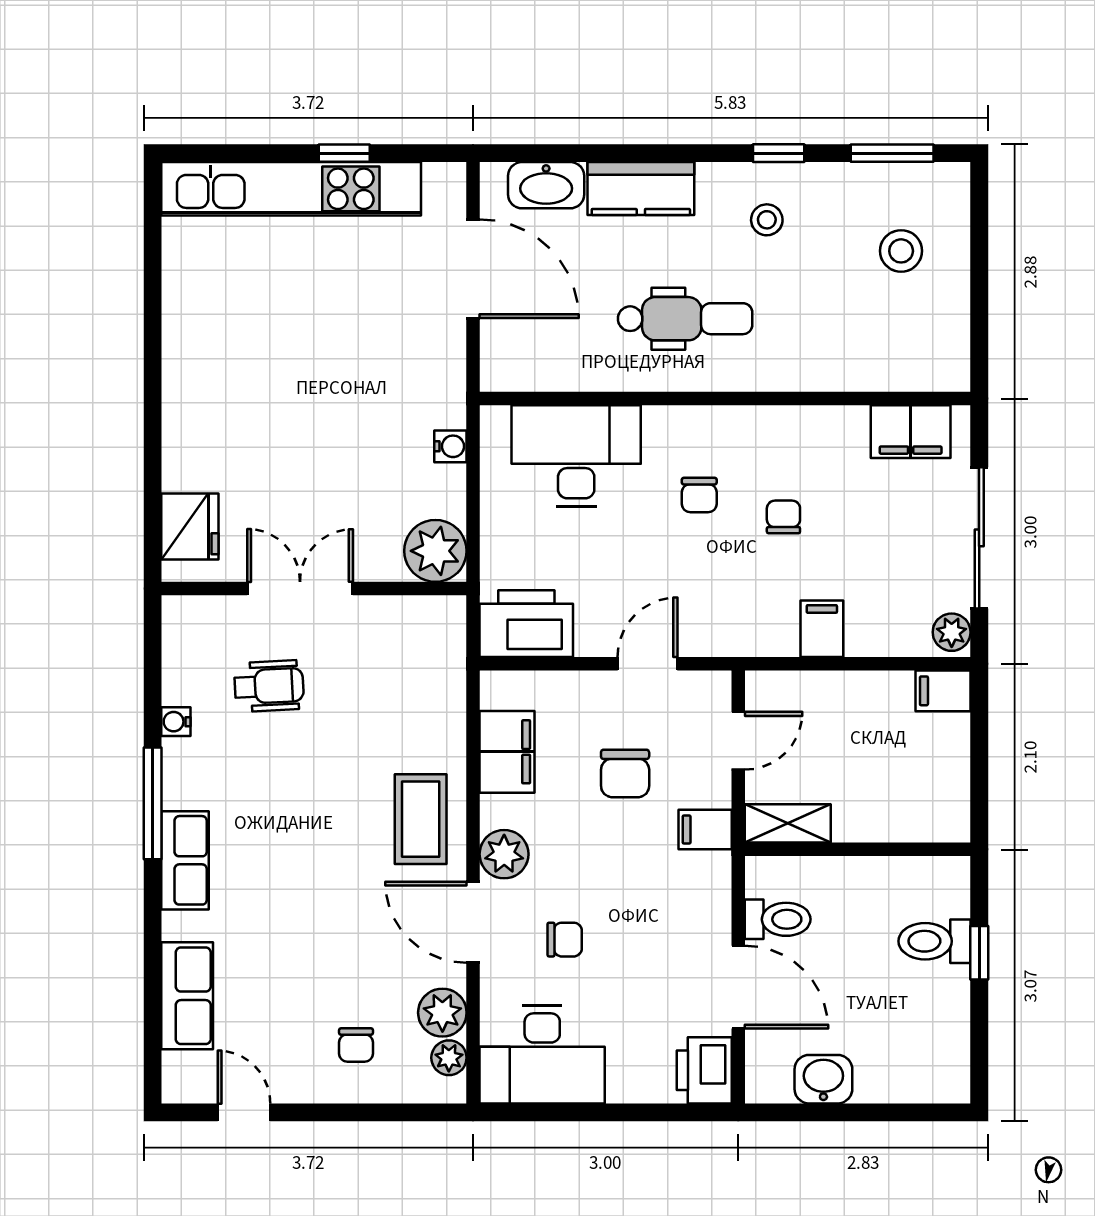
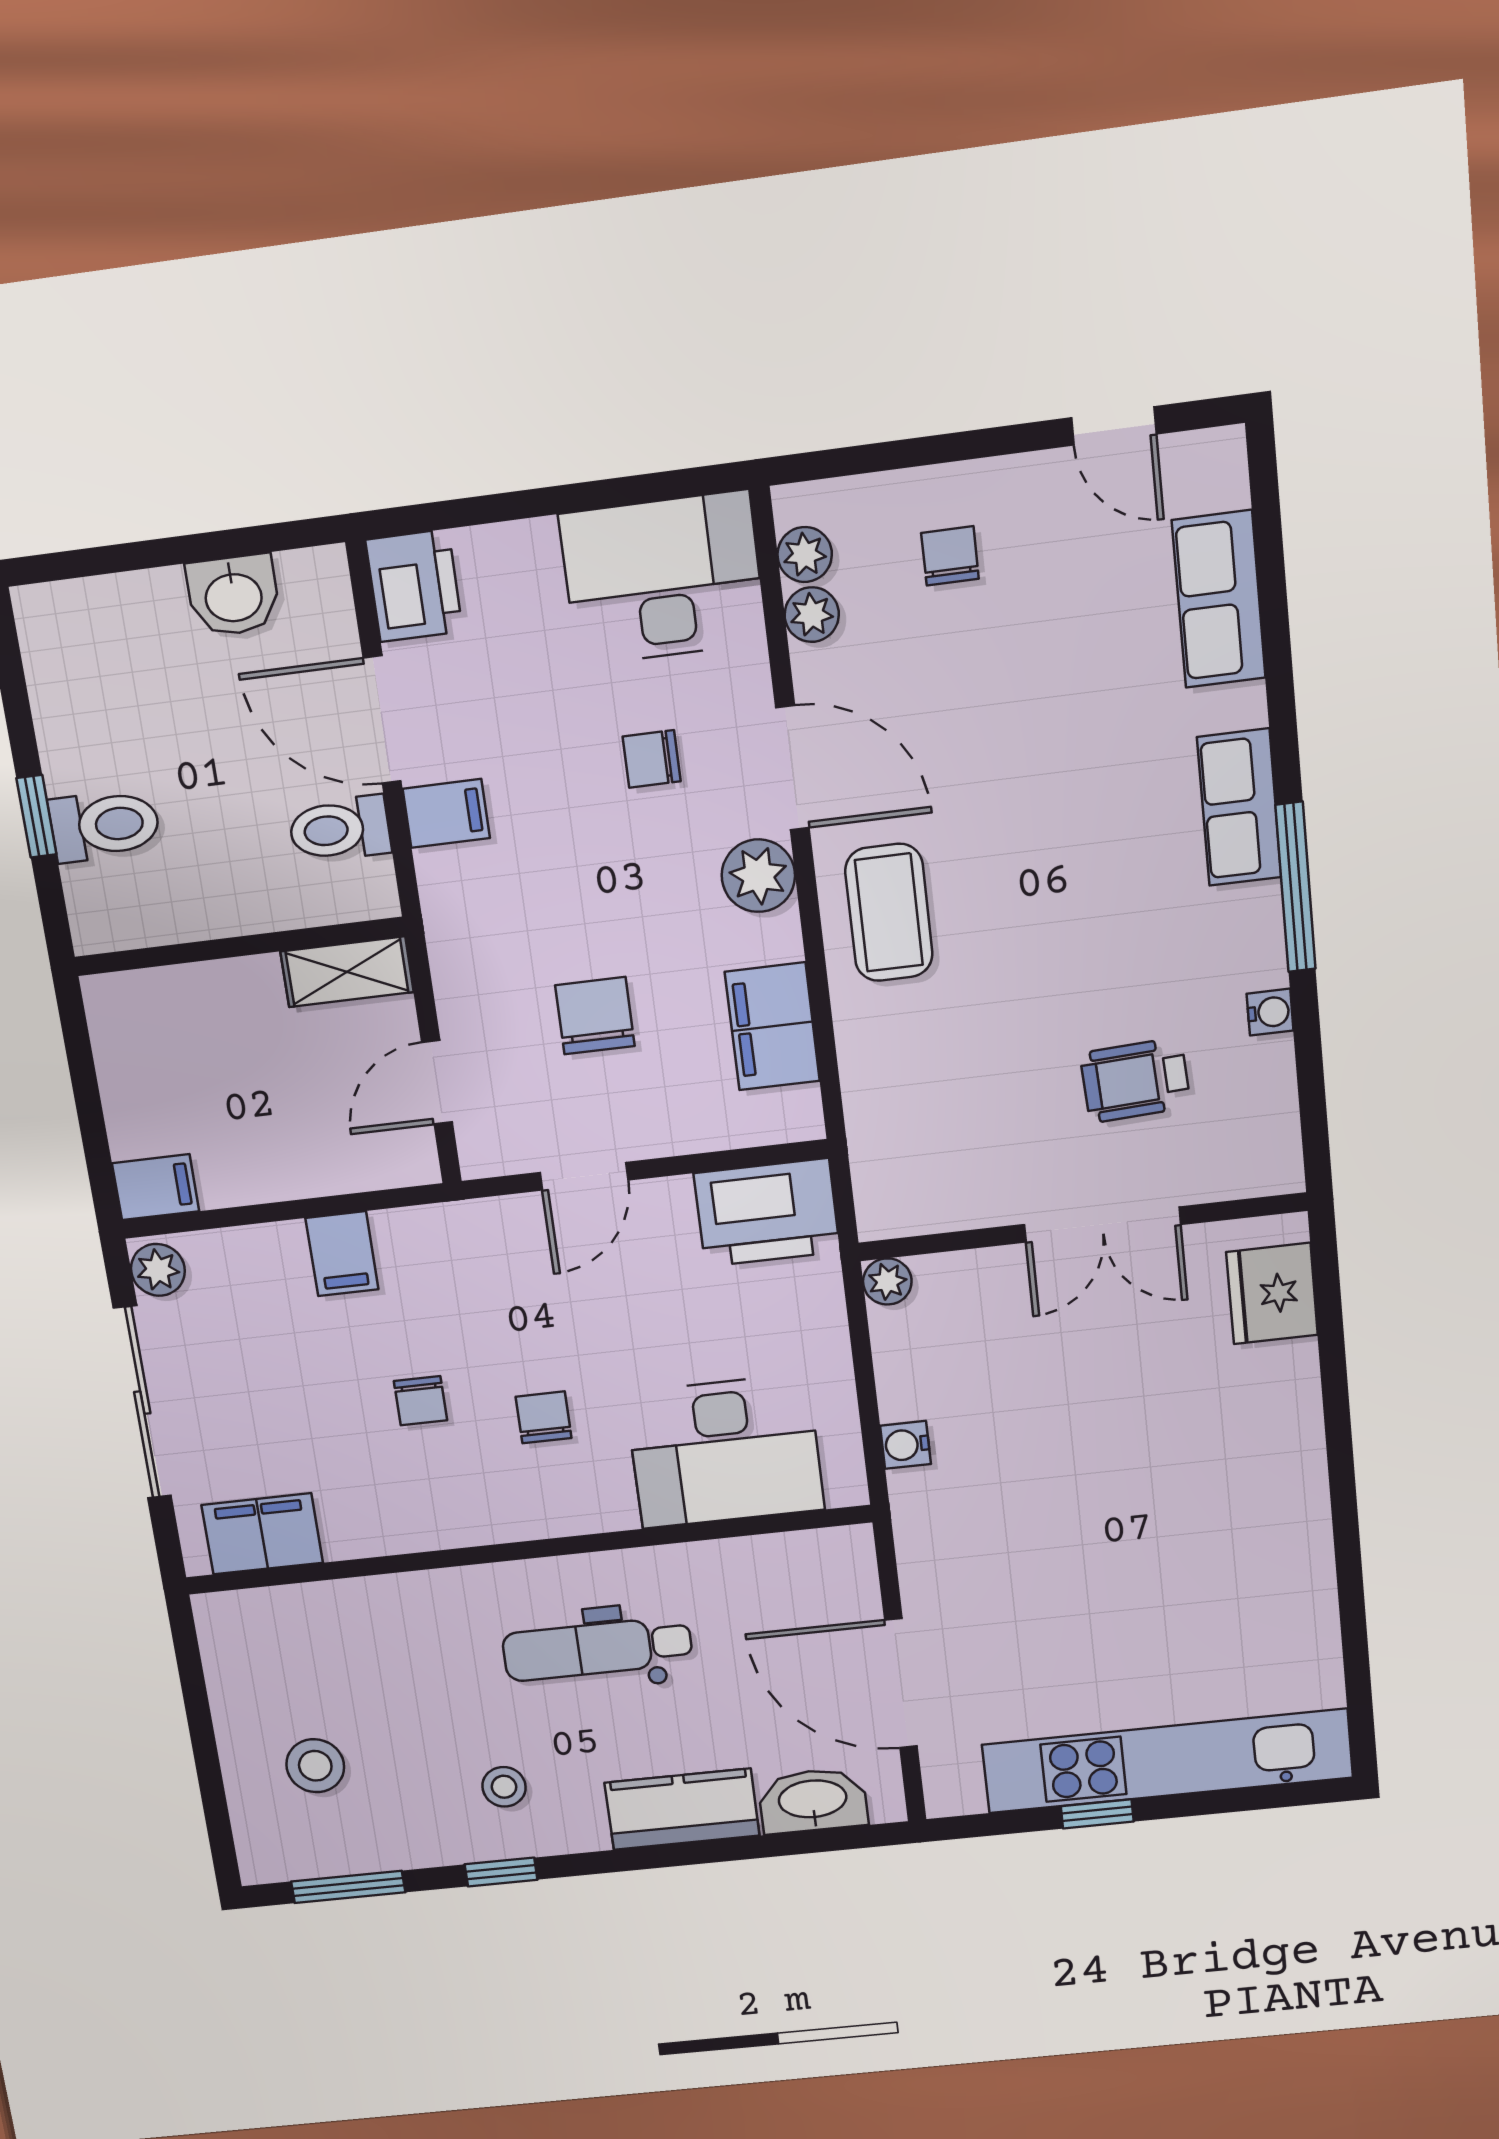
plant: (435, 551) -> (887, 1282), width x0.53, depth x0.53
filing cabinet: (705, 829) -> (446, 813), moved
plant: (442, 1013) -> (812, 615), width x0.73, depth x0.73

